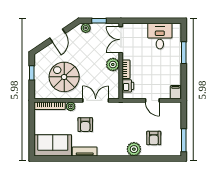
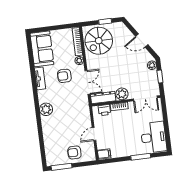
desk: (160, 36) -> (154, 137), width x1.37
double door: (121, 40) -> (145, 98), swing flipped
spiral stairs: (64, 77) -> (99, 41), moved, turned 180
dresser: (114, 85) -> (103, 98), added
armchair: (154, 138) -> (74, 153), moved
plant: (134, 149) -> (46, 109), moved

